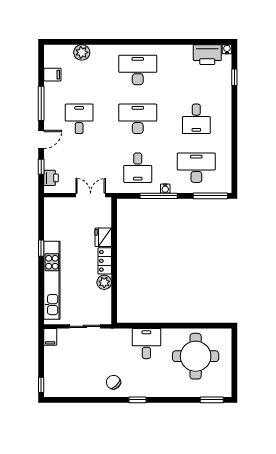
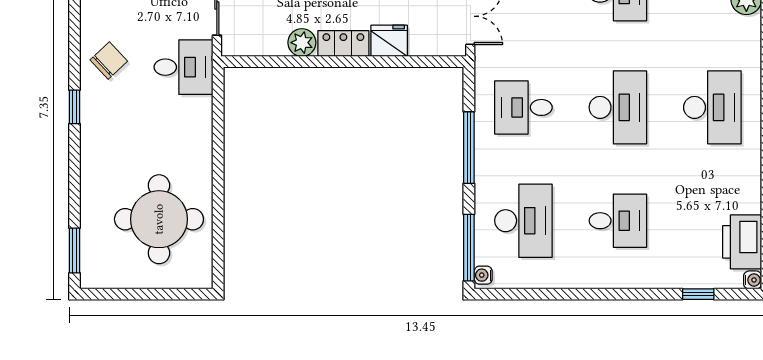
desk: (196, 119) -> (618, 221), turned 180
water cooler: (165, 189) -> (483, 275), moved
desk: (146, 344) -> (184, 67), moved

